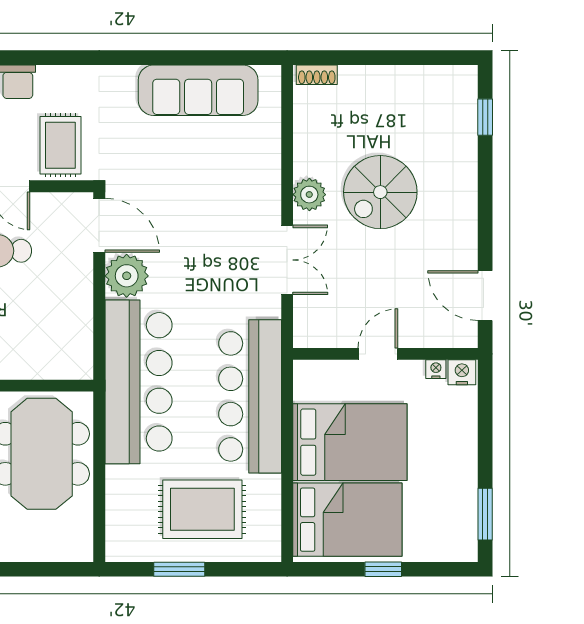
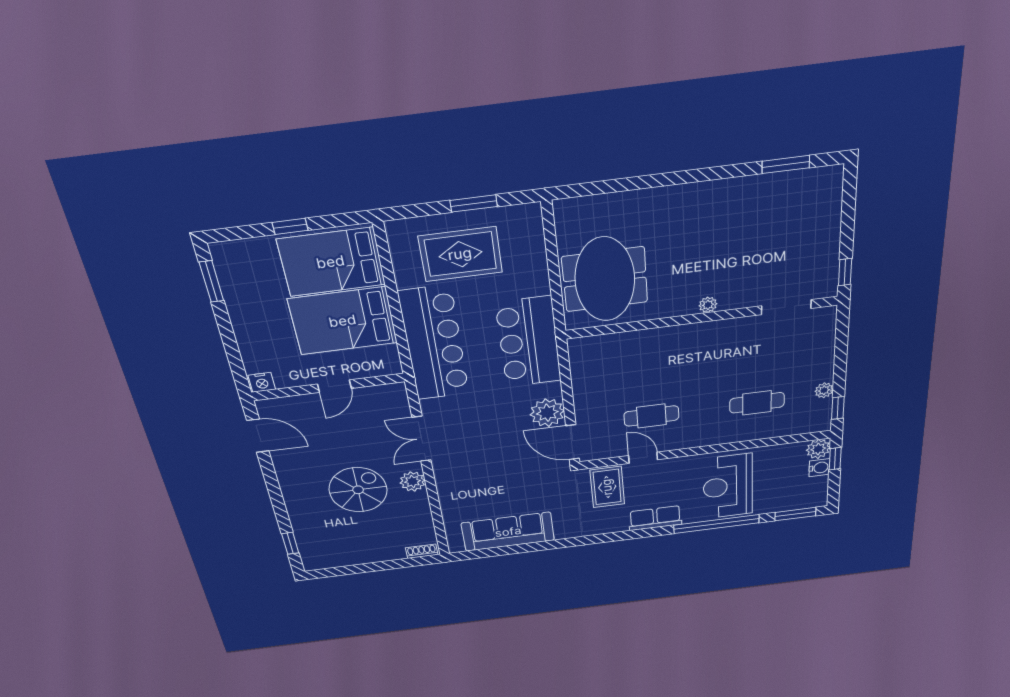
nightstand: (436, 369) -> (284, 382), removed
bar counter: (138, 382) -> (529, 342), width x0.73

